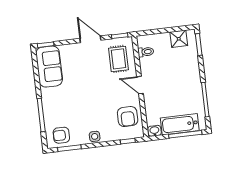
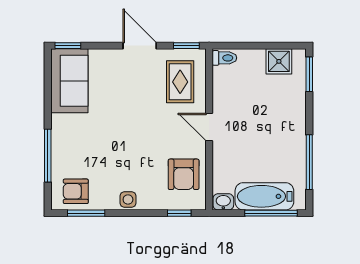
toilet: (146, 52) -> (224, 58), moved

